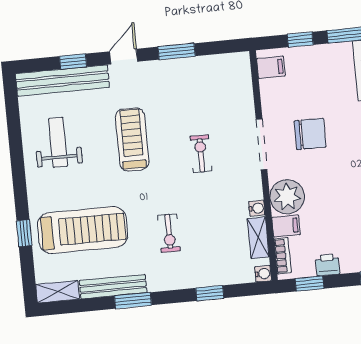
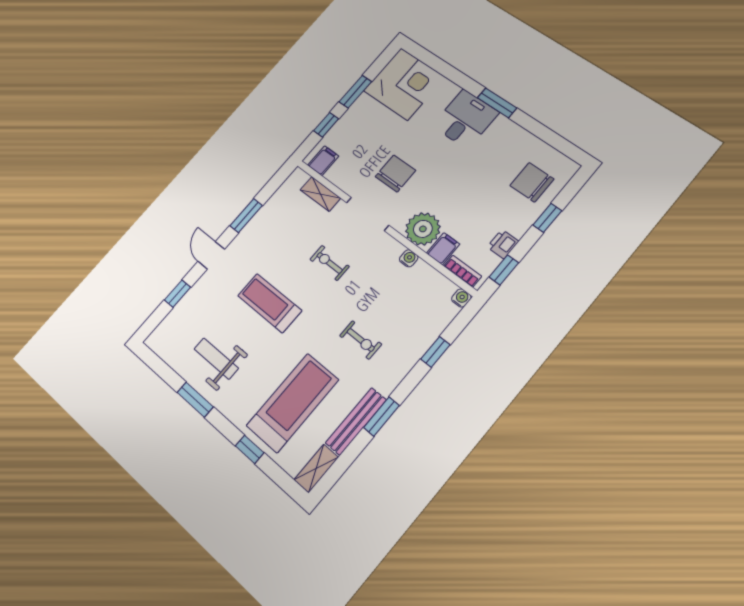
bench: (62, 80) -> (181, 314), removed
window: (17, 158) -> (195, 400), added
shelving: (258, 238) -> (320, 194), moved

